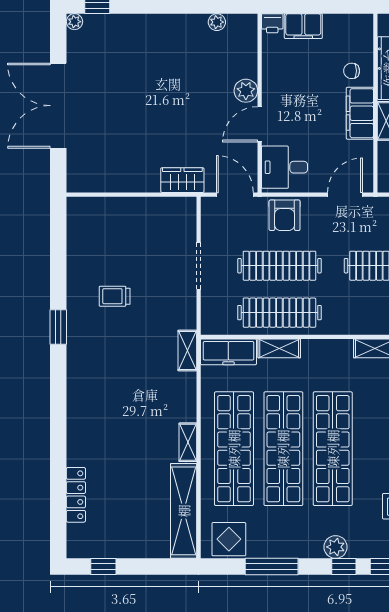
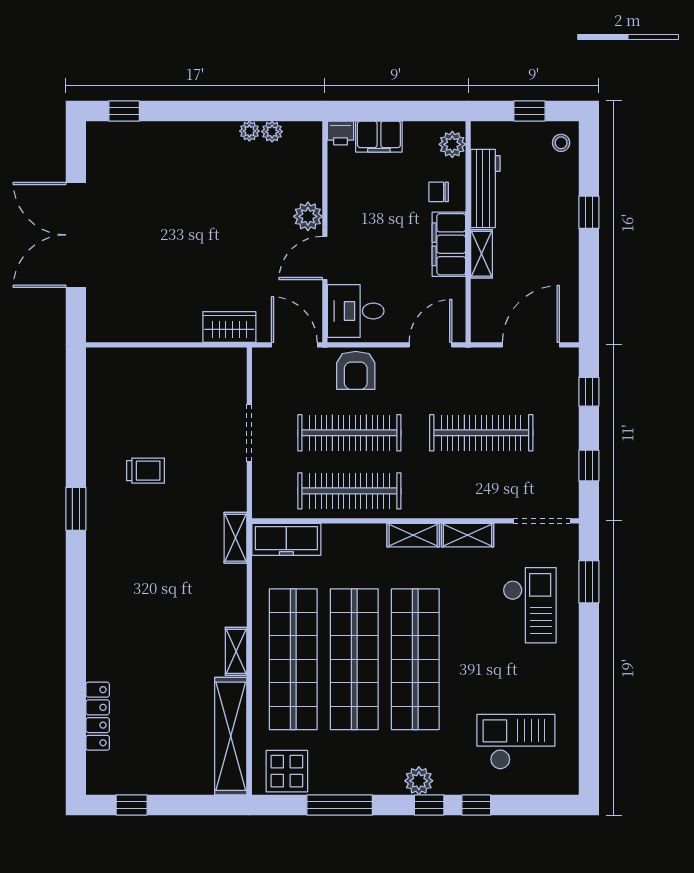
plant: (74, 22) -> (249, 131), moved
plant: (363, 32) -> (452, 144), added
trolley: (115, 296) -> (146, 471), turned 180
shelving: (279, 348) -> (413, 535), moved

